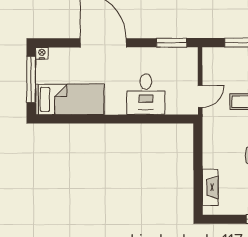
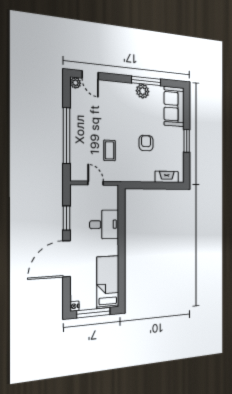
window: (172, 43) -> (67, 218), moved
door: (200, 96) -> (96, 183), moved

